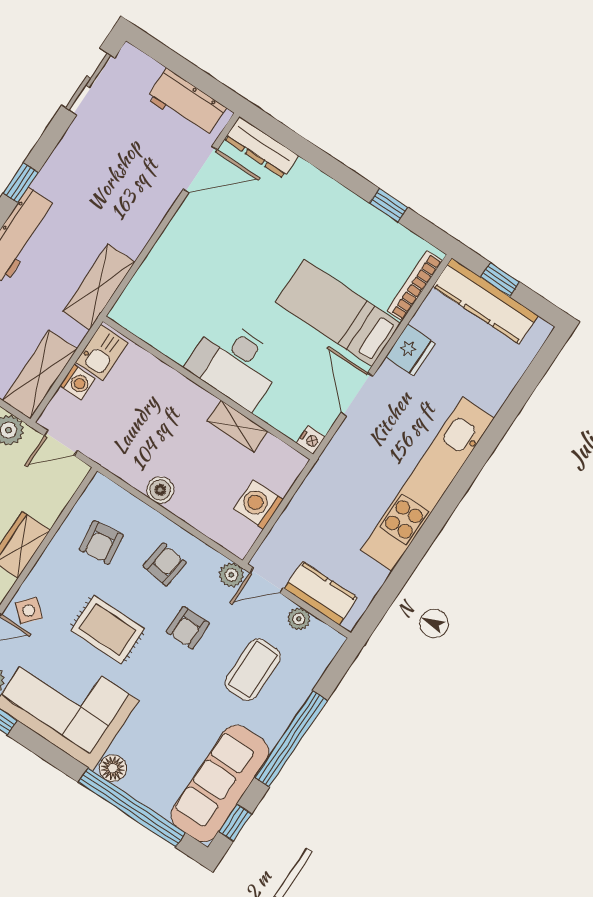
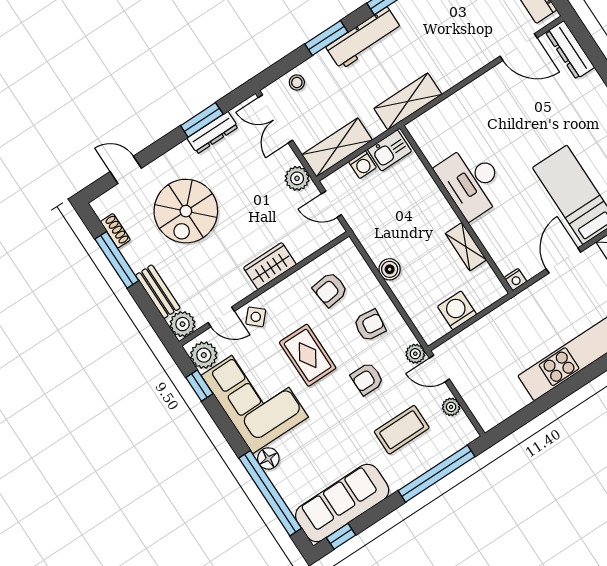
desk: (235, 364) -> (472, 182), moved
kitchen counter: (321, 593) -> (475, 395), removed
window: (291, 739) -> (437, 474), moved

